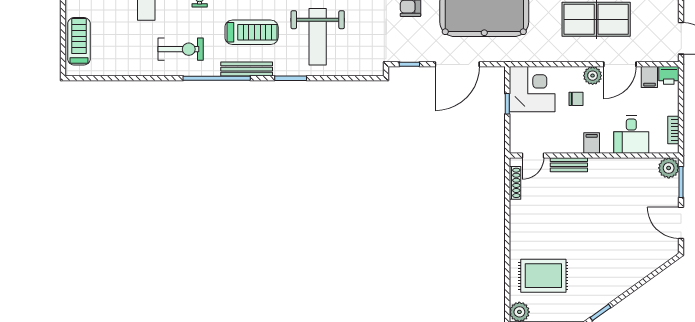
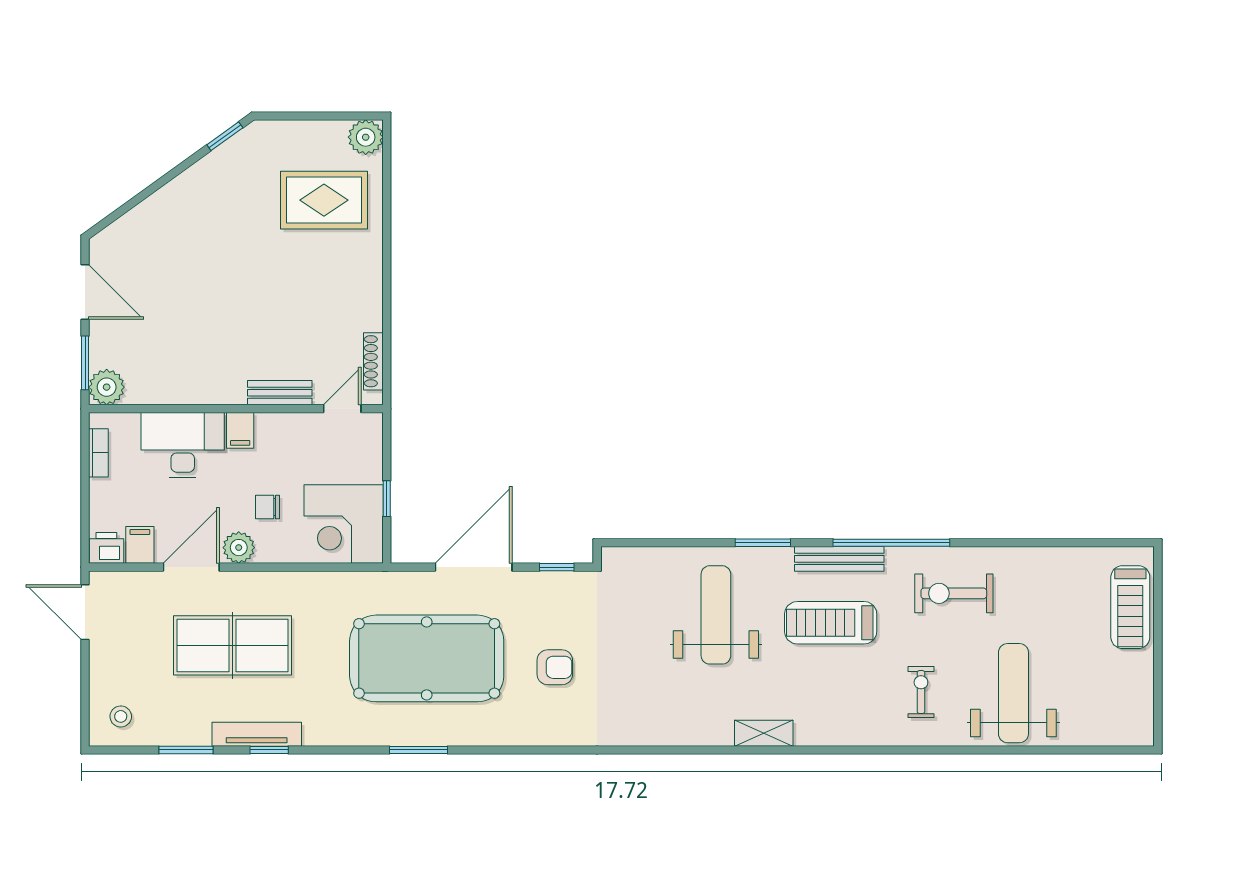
desk: (631, 135) -> (183, 445), width x1.37

